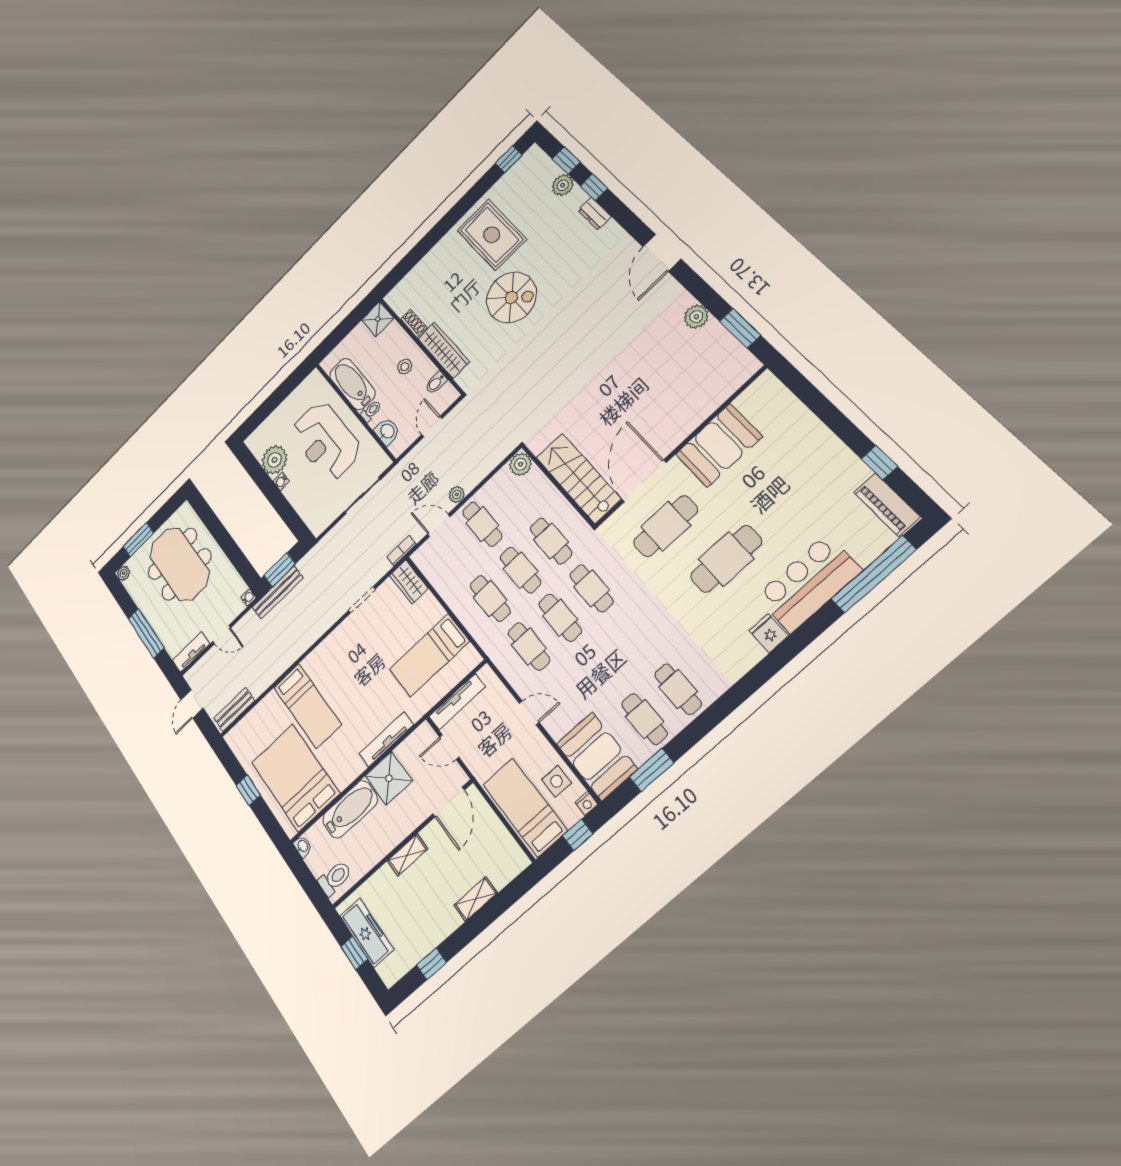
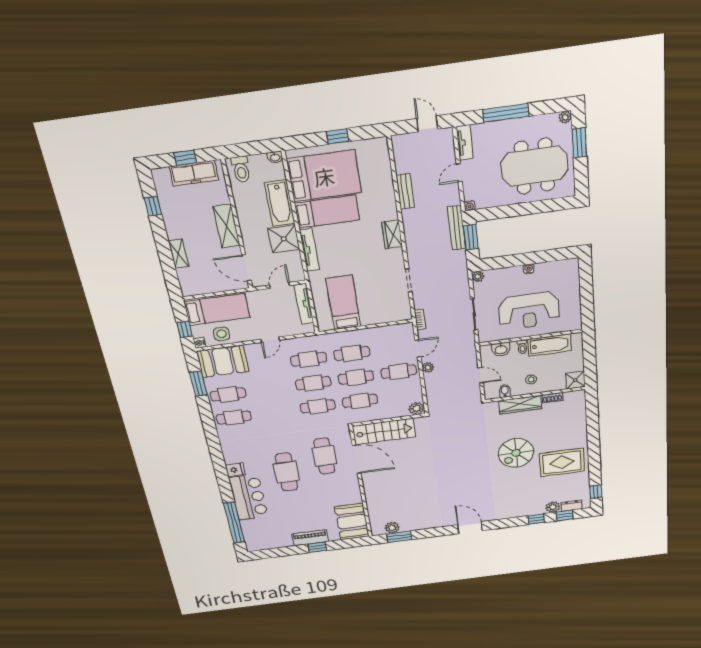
dresser: (595, 214) -> (572, 506), moved
plant: (696, 317) -> (392, 528), moved
reception desk: (326, 441) -> (529, 311), turned 180
booth: (719, 445) -> (352, 522), moved
plant: (274, 460) -> (478, 276), moved, width x0.53, depth x0.53
window: (879, 463) -> (317, 547), moved
piano: (887, 504) -> (310, 538), moved
wardrobe: (409, 582) -> (392, 235), moved, turned -90
bed: (307, 706) -> (327, 212), moved, turned 180
bench: (234, 709) -> (405, 191), moved
shelving: (408, 855) -> (226, 226), width x1.50, depth x1.33

